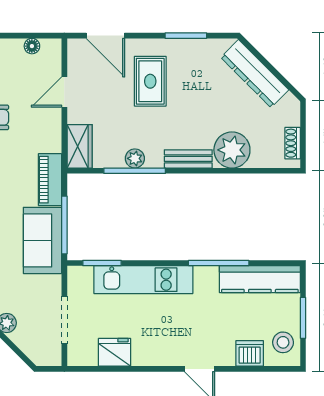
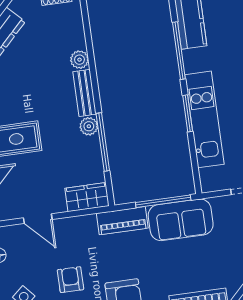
plant: (232, 150) -> (79, 60), width x0.53, depth x0.53
plant: (135, 158) -> (89, 126), moved
window: (102, 263) -> (188, 113), moved

